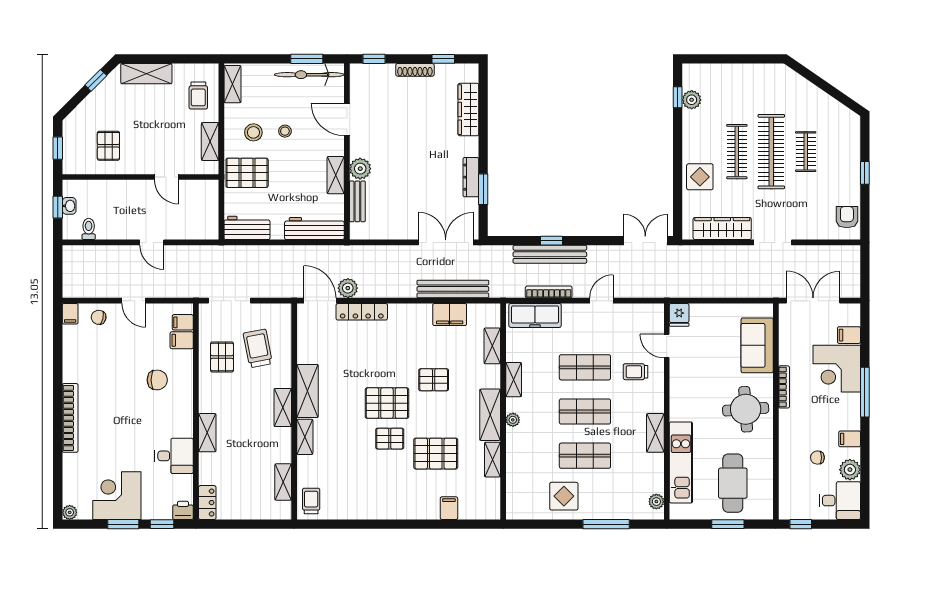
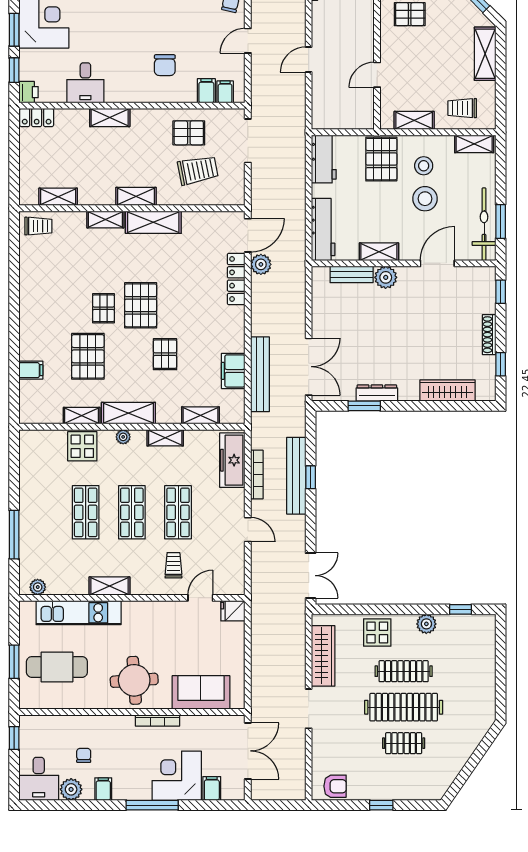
plant: (692, 100) -> (426, 624), moved
stool: (285, 131) -> (425, 199), width x1.89, depth x1.89
display table: (564, 496) -> (82, 446), moved

